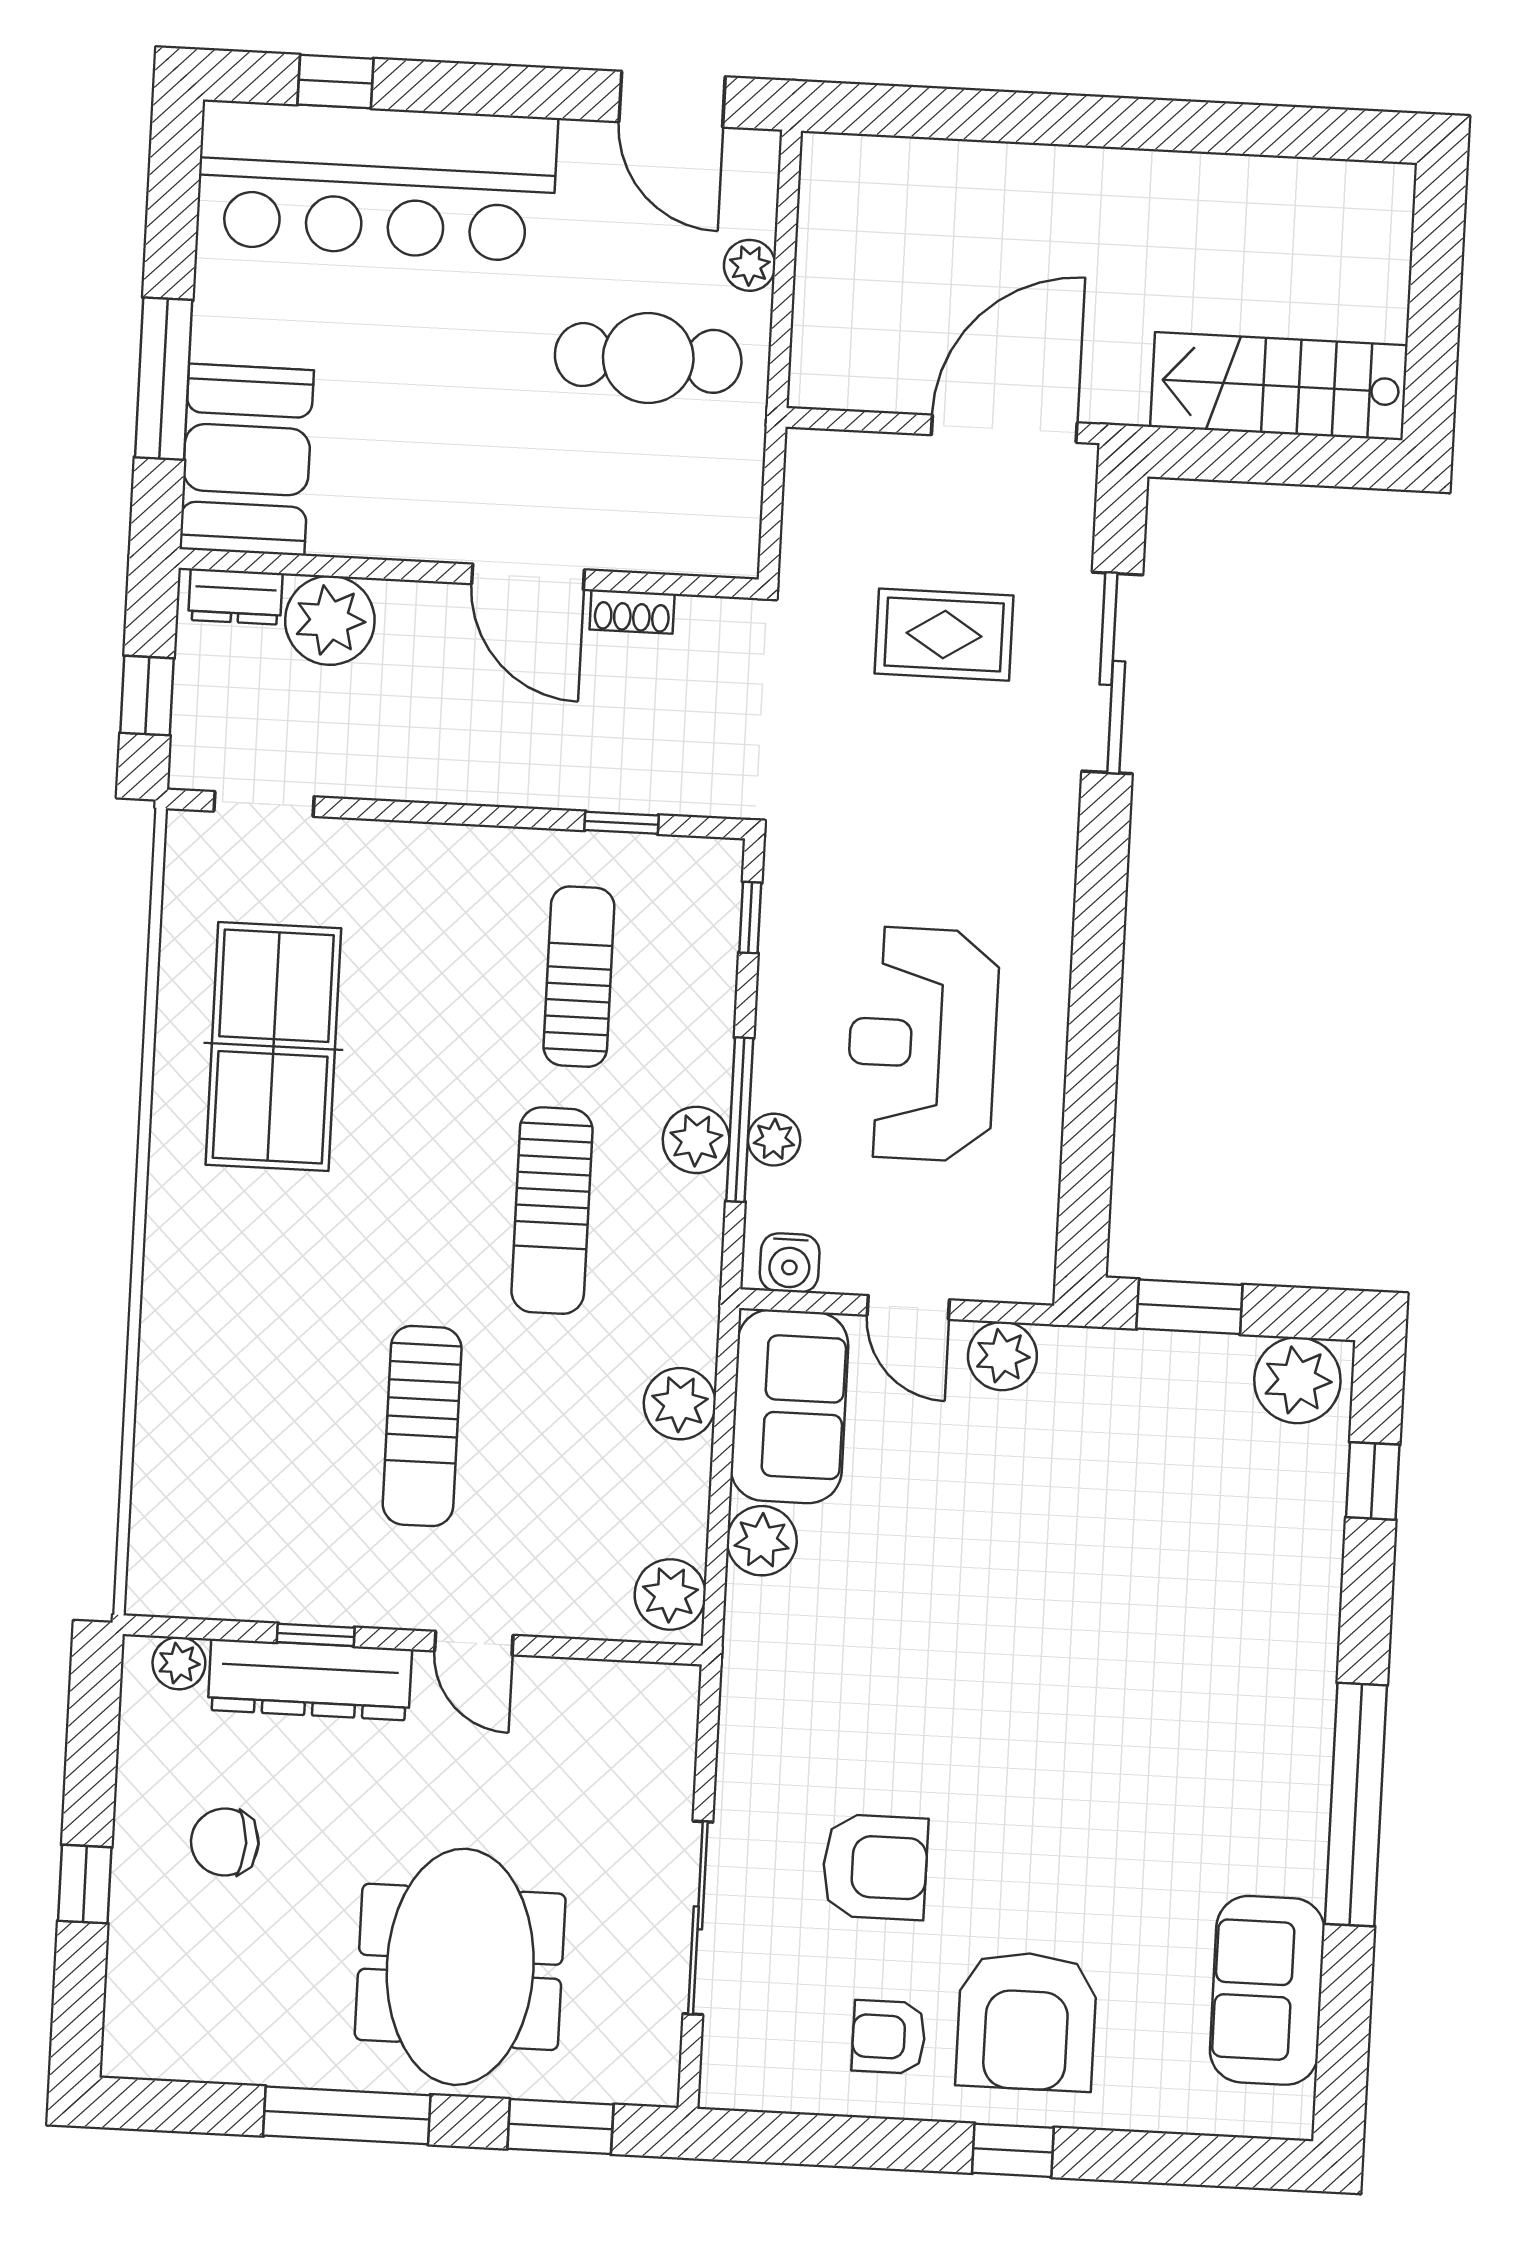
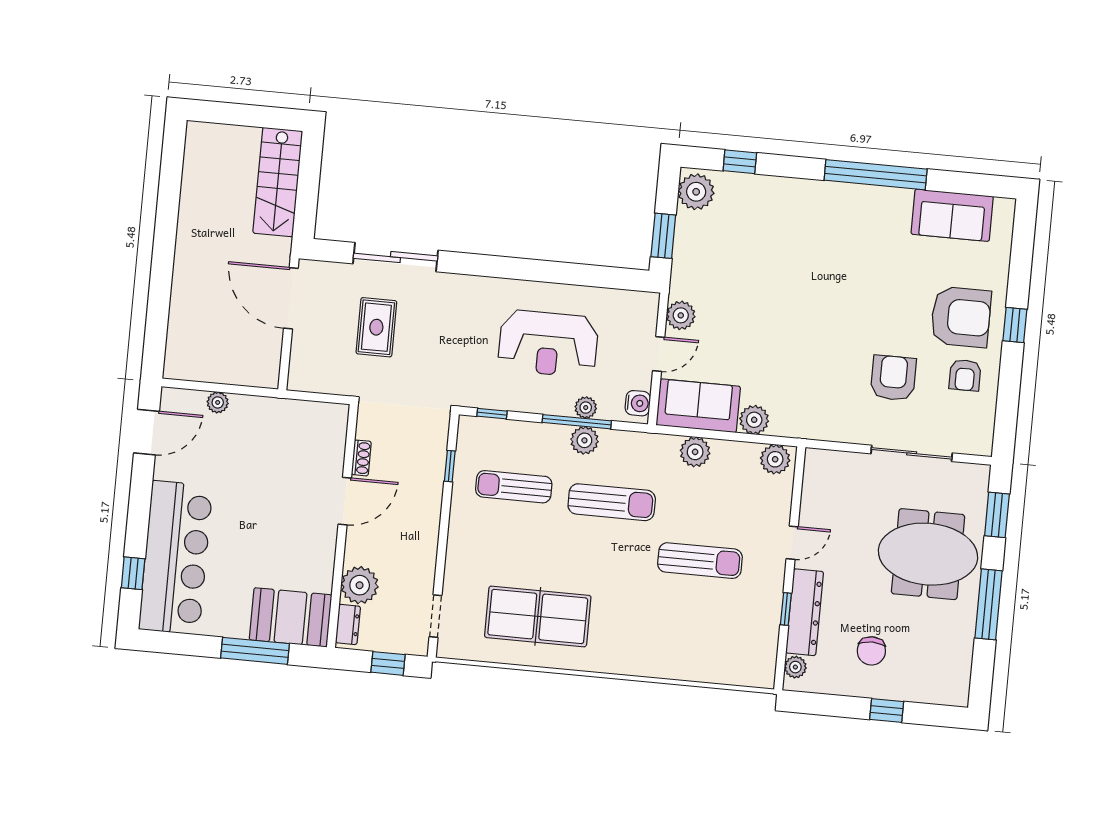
cafe table: (648, 358) -> (255, 447), removed

